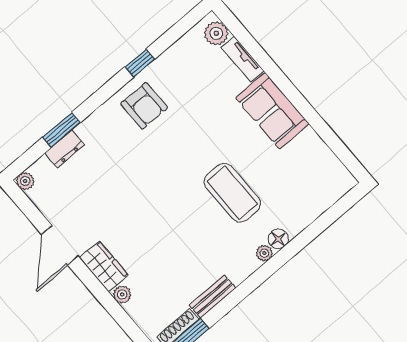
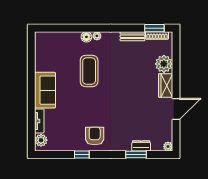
plant: (122, 294) -> (164, 64), width x1.87, depth x1.87

